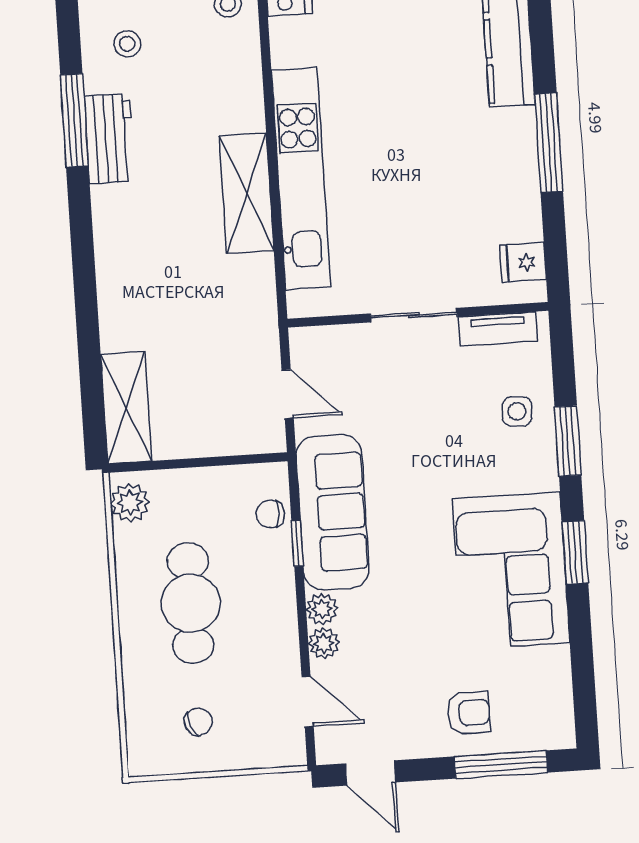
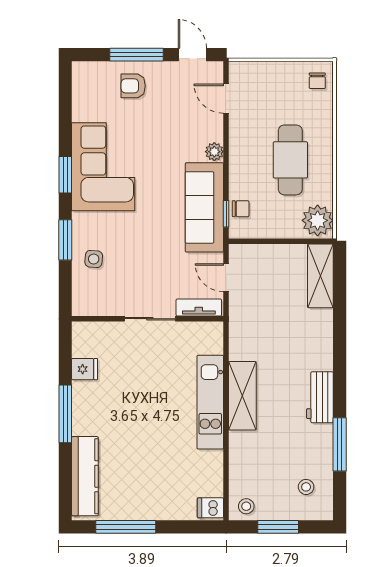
workbench: (109, 139) -> (320, 397), moved
kitchen unit: (301, 179) -> (210, 402), width x0.73
fridge: (523, 262) -> (85, 369), moved
tv unit: (498, 329) -> (199, 308), moved
plant: (130, 503) -> (318, 220), width x1.36, depth x1.36
window: (297, 543) -> (226, 214), moved
plant: (324, 643) -> (214, 132), removed
chair: (198, 722) -> (317, 81), moved, turned -69
window: (501, 765) -> (137, 55), moved

